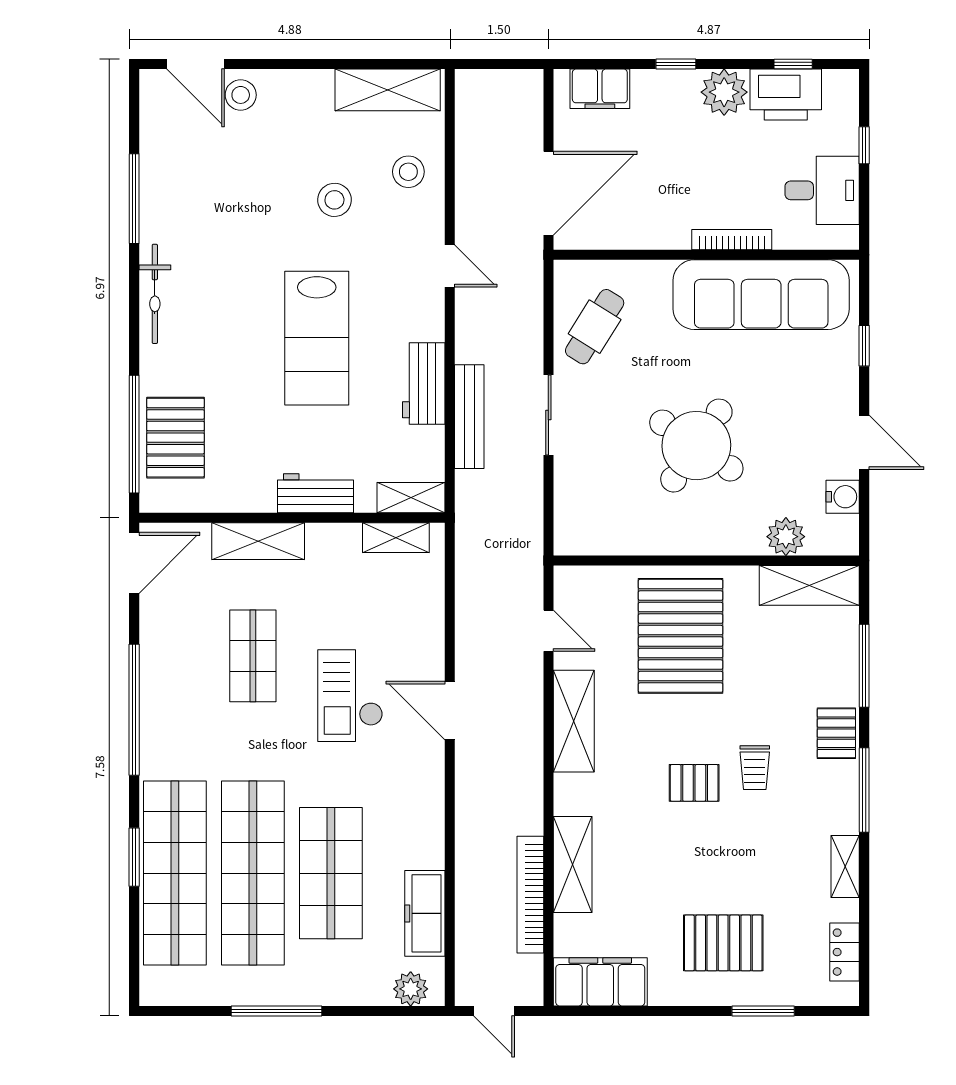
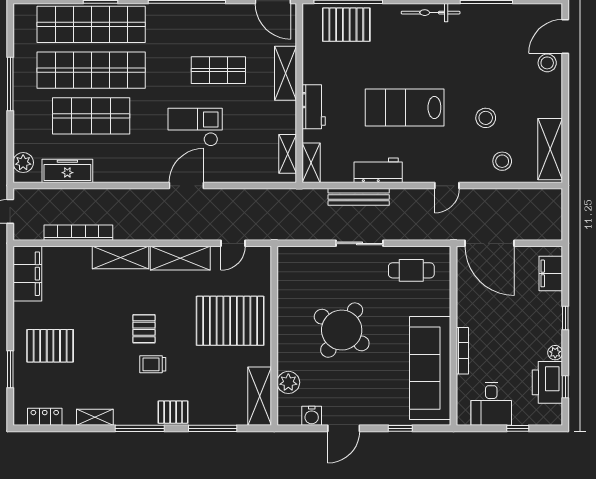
plant: (724, 92) -> (555, 353), width x0.53, depth x0.53
cafe table: (595, 327) -> (411, 270), turned -32
shelving: (573, 865) -> (120, 258), moved
pallet: (723, 943) -> (50, 346), turned 90

